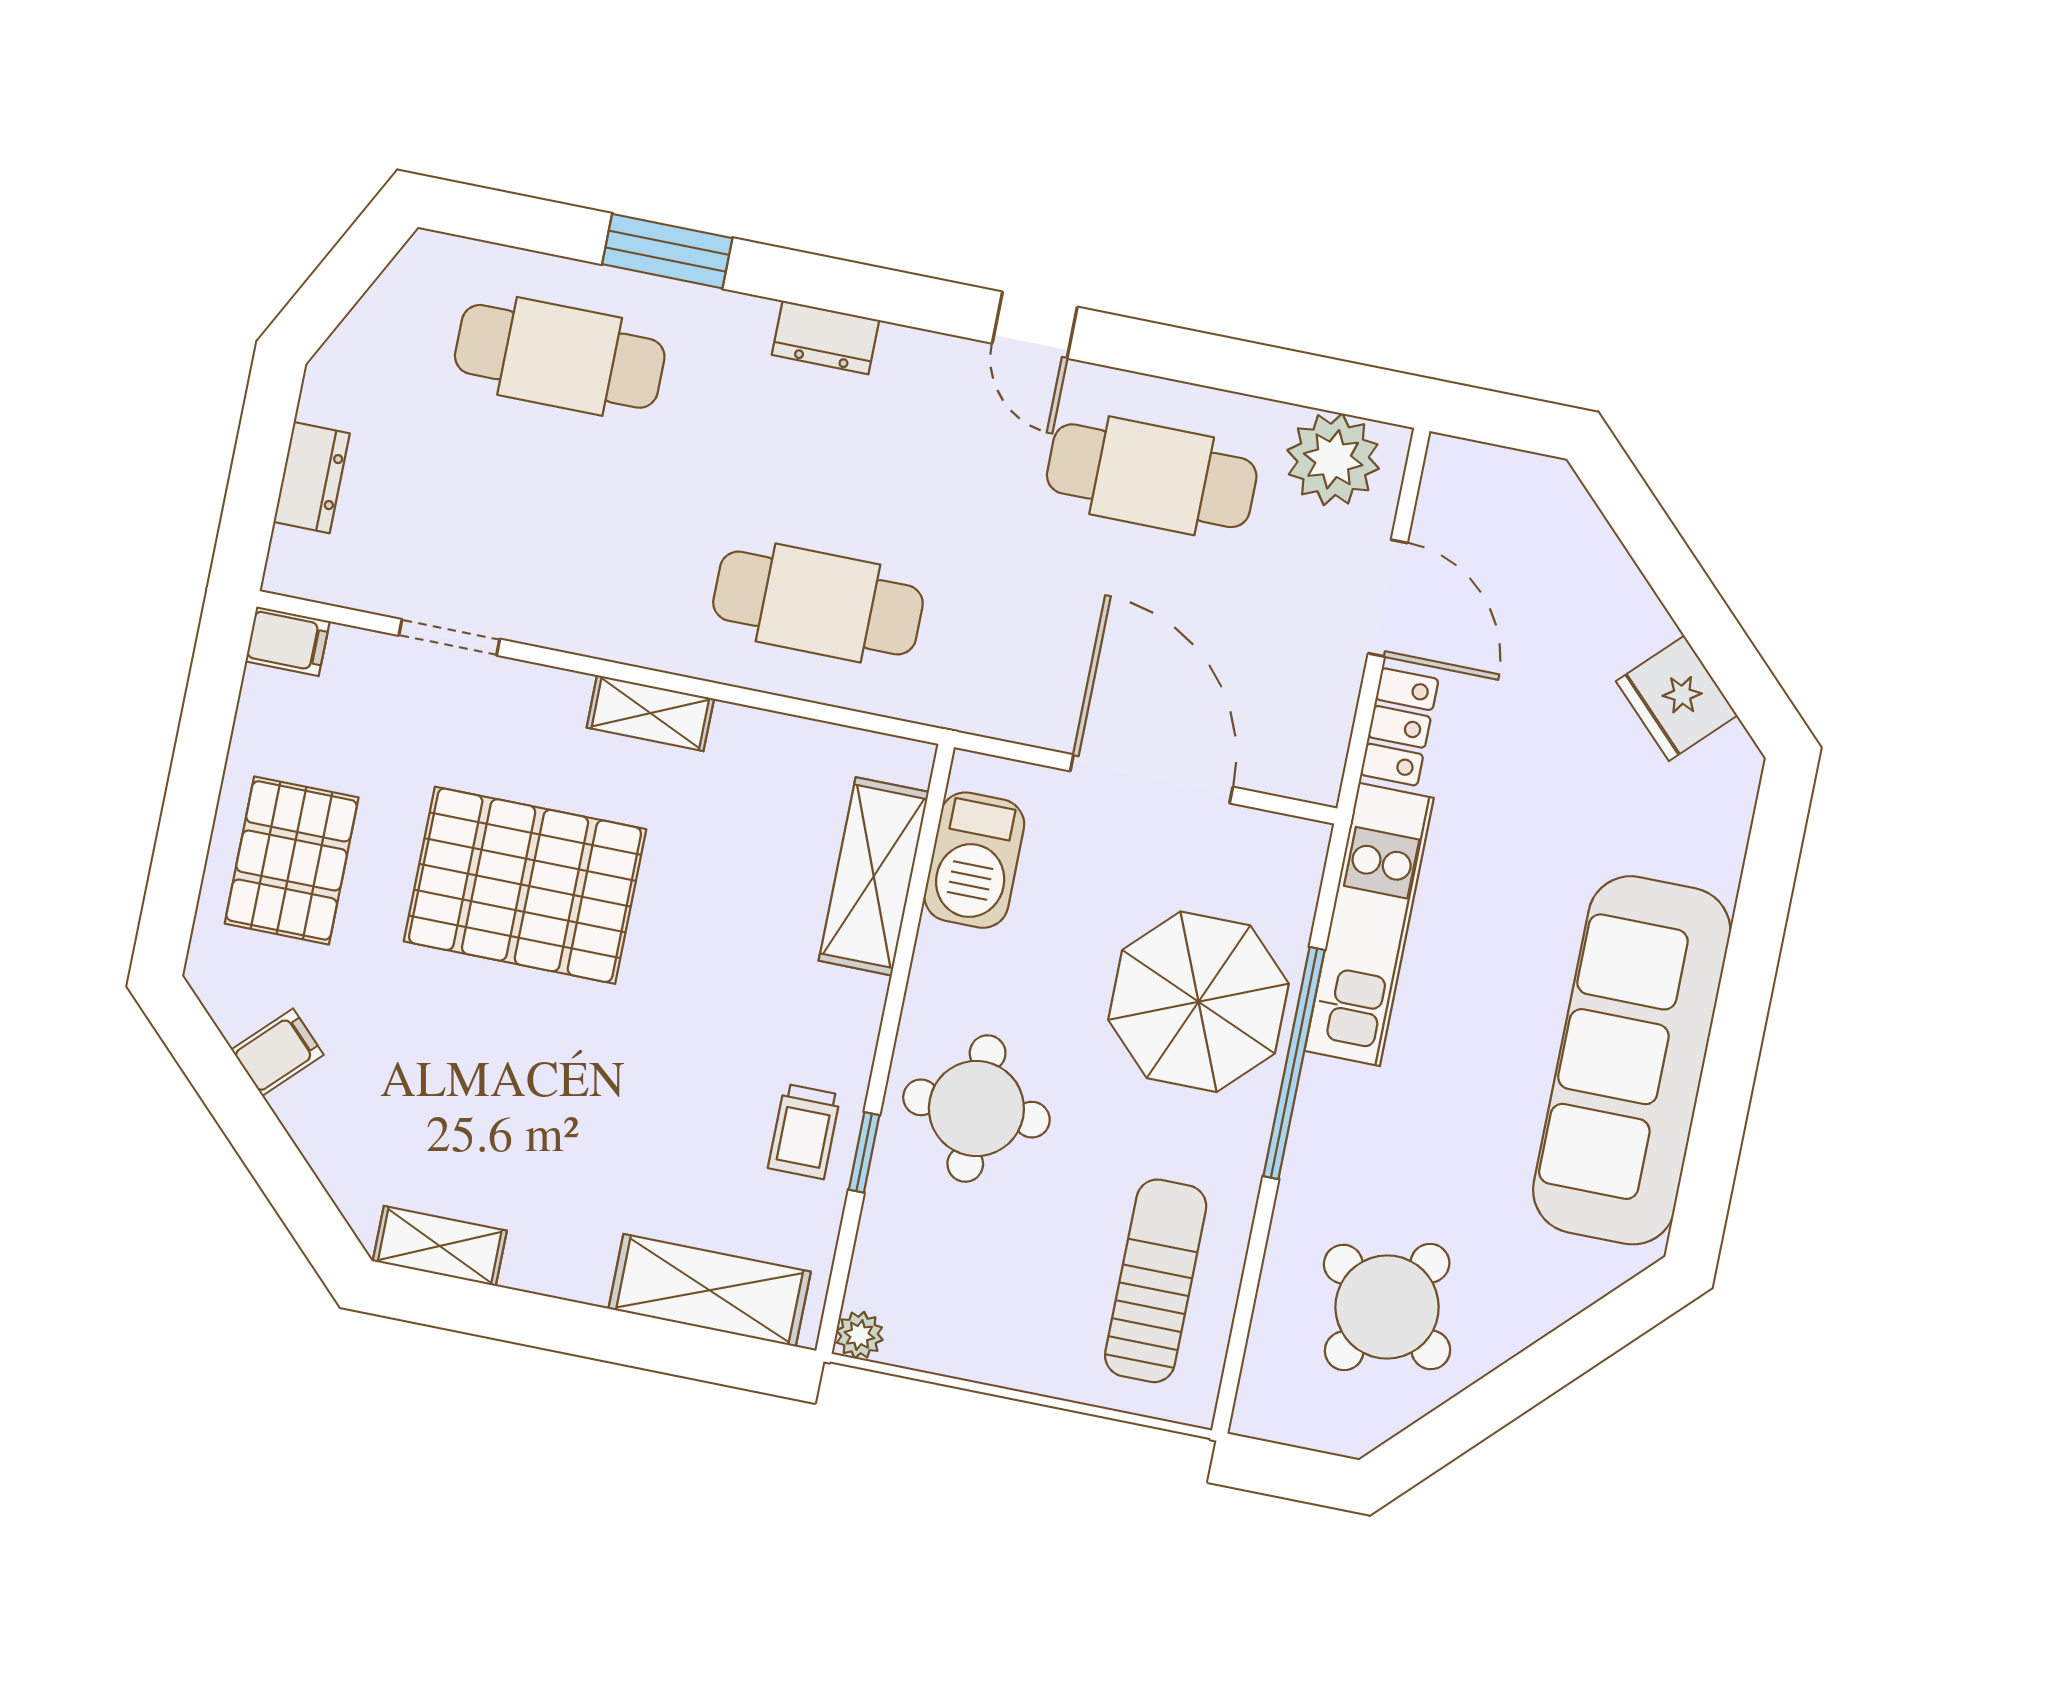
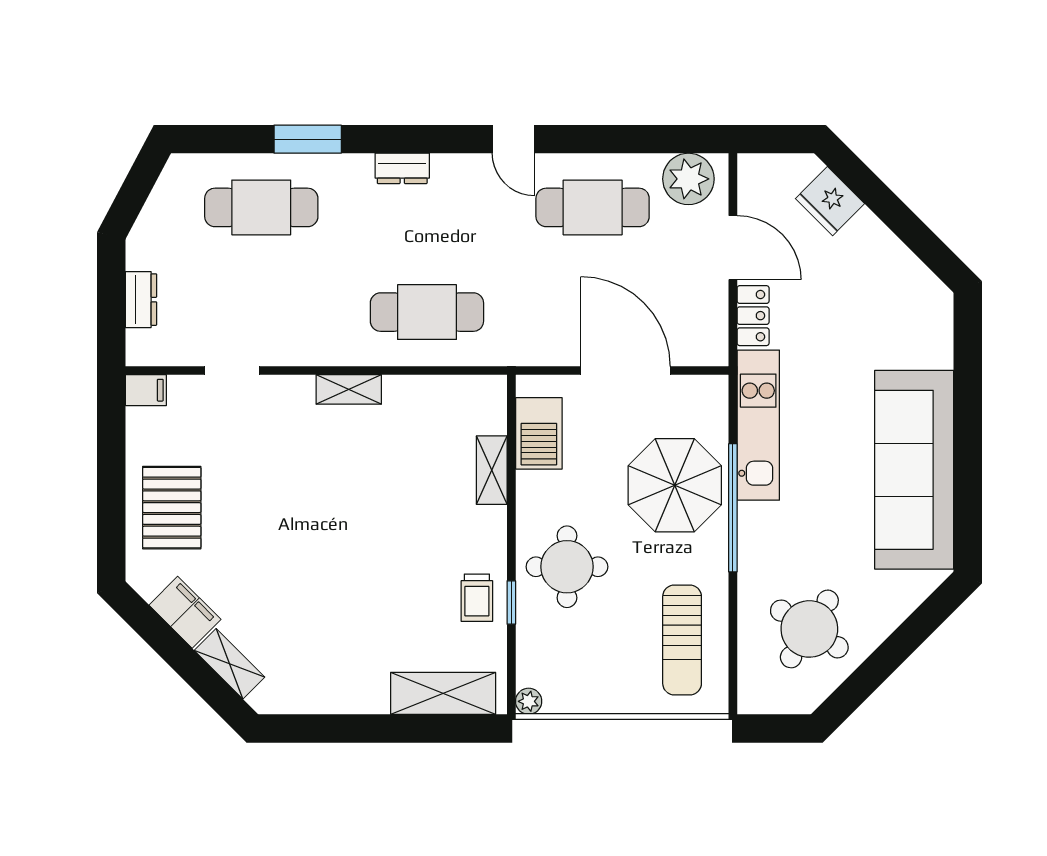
fridge: (1677, 698) -> (830, 201), moved
shelving: (874, 876) -> (492, 470), width x0.67, depth x0.75
pallet: (525, 885) -> (300, 496), removed
filing cabinet: (277, 1052) -> (185, 612), width x2.00
shelving: (440, 1246) -> (230, 664), moved, turned 45
sun lounger: (1156, 1281) -> (682, 640), turned 180

